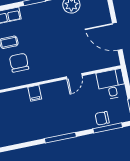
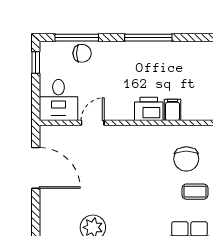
door: (74, 76) -> (93, 123), moved
printer: (51, 91) -> (149, 109), added

